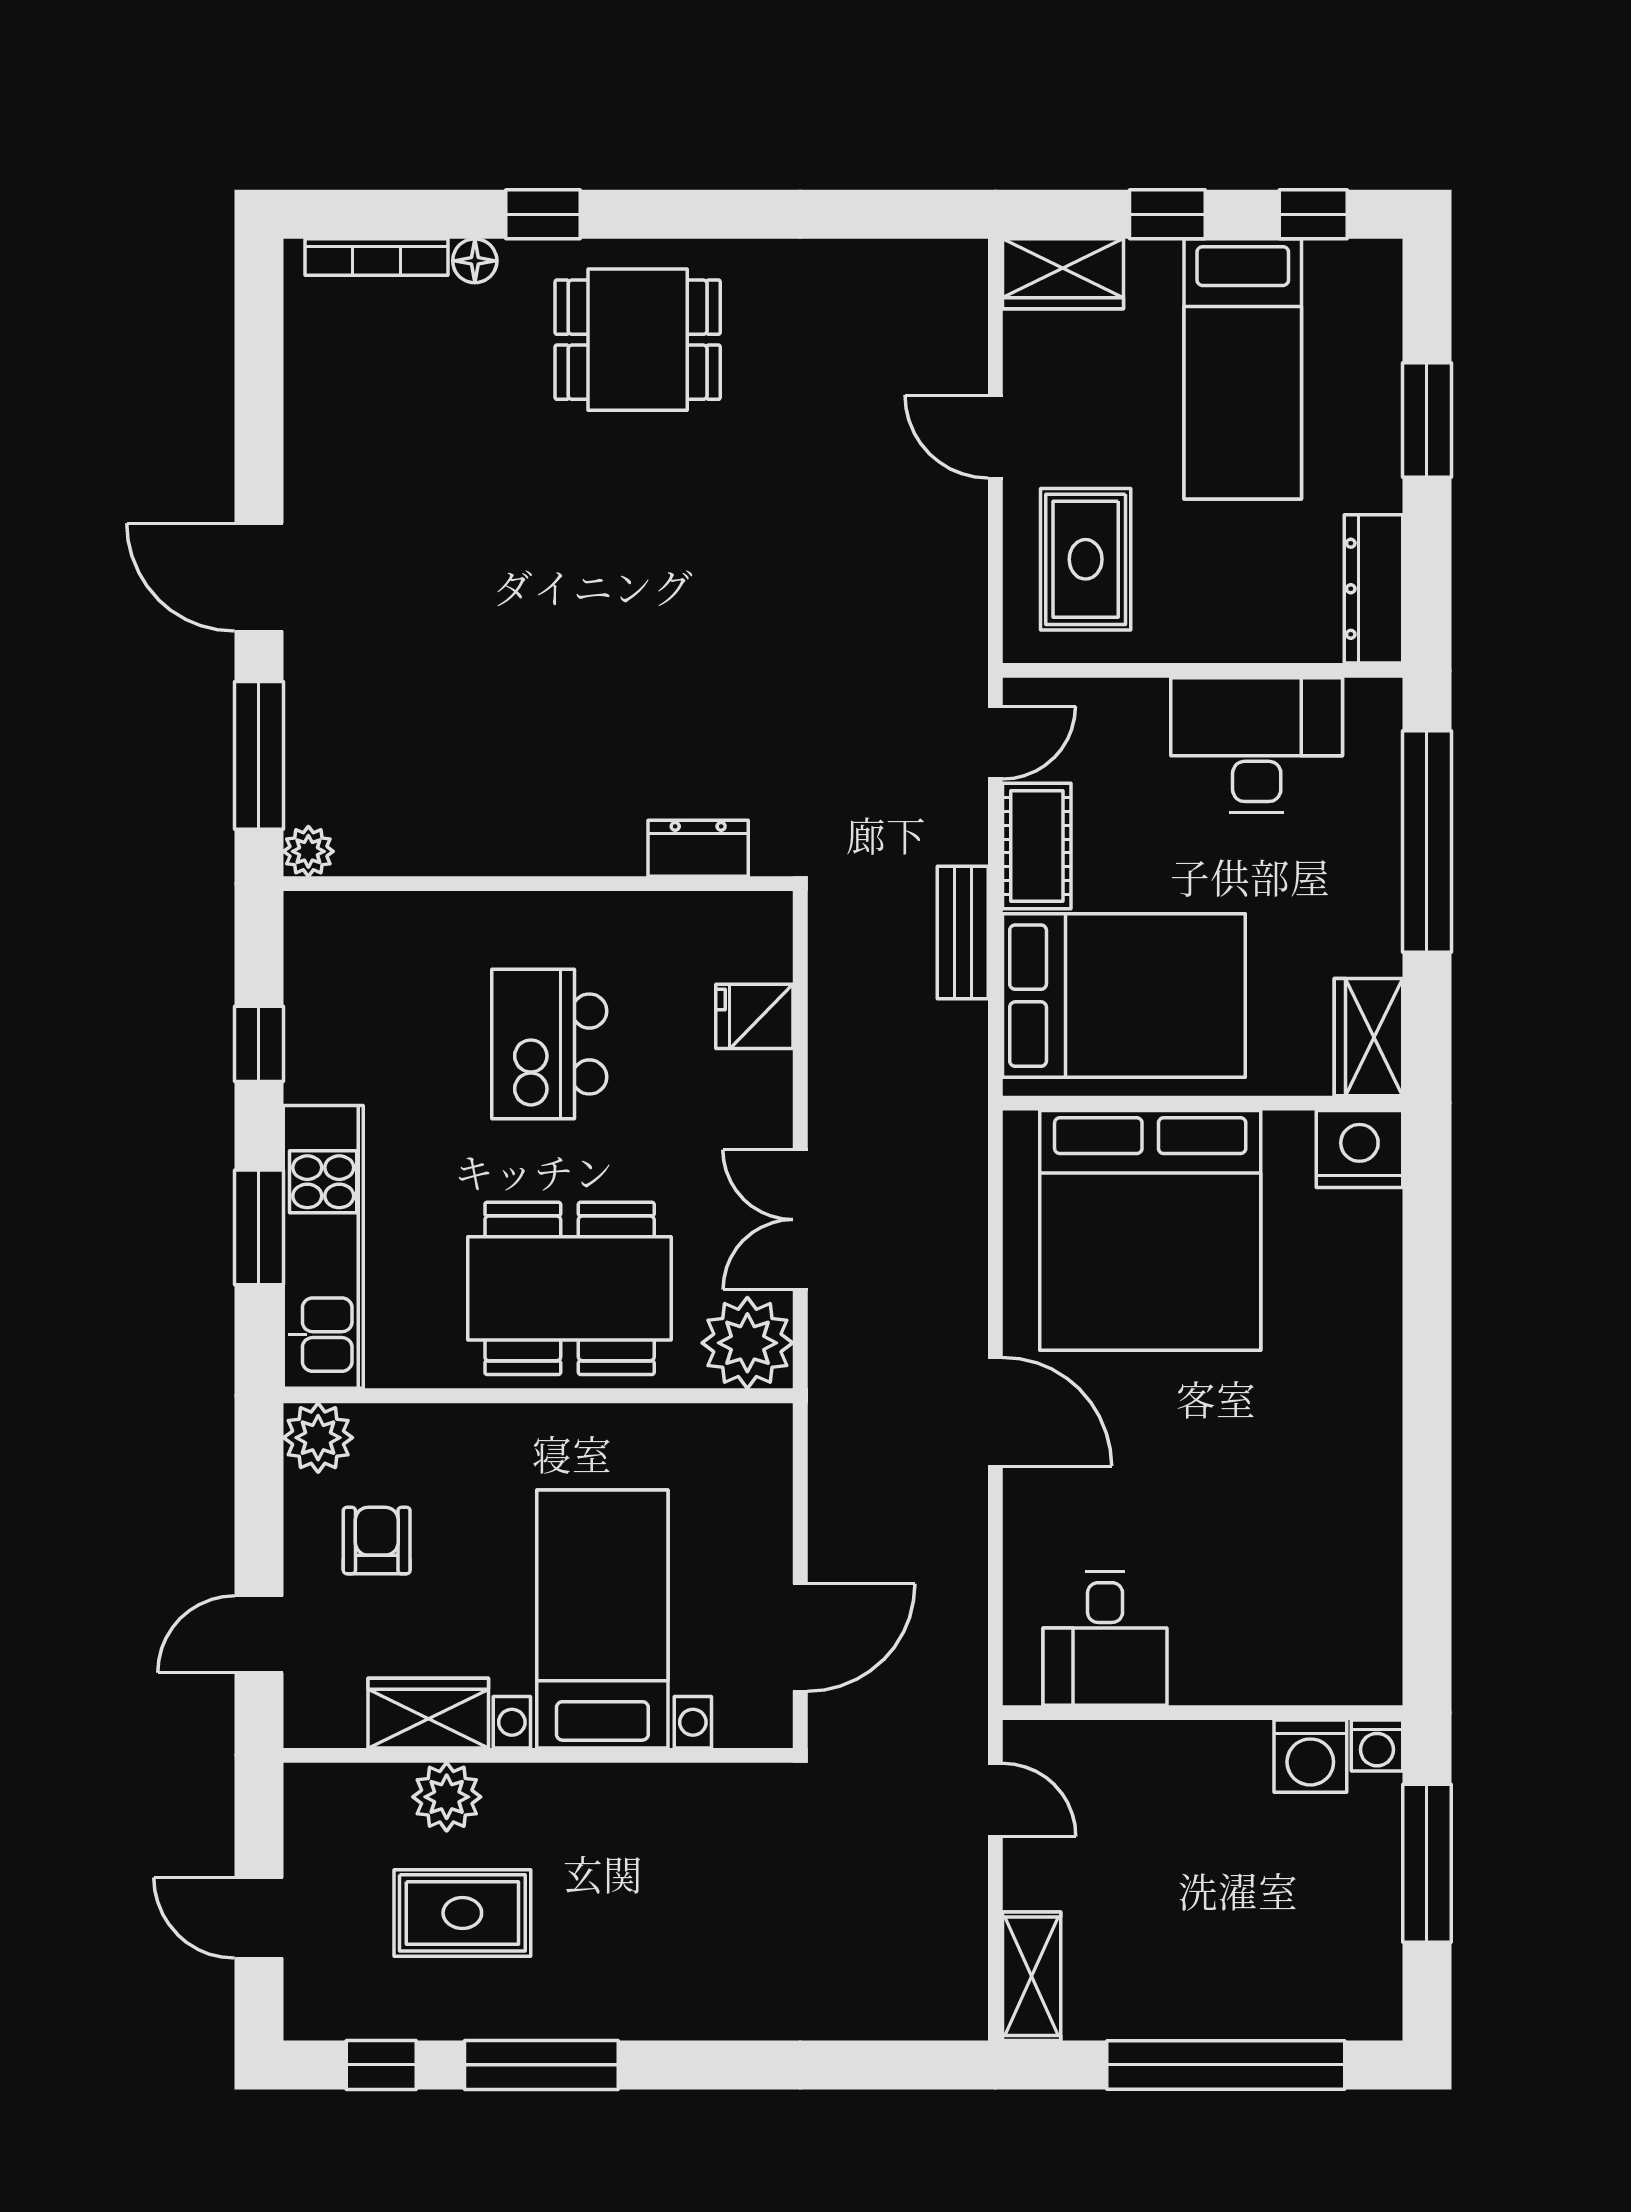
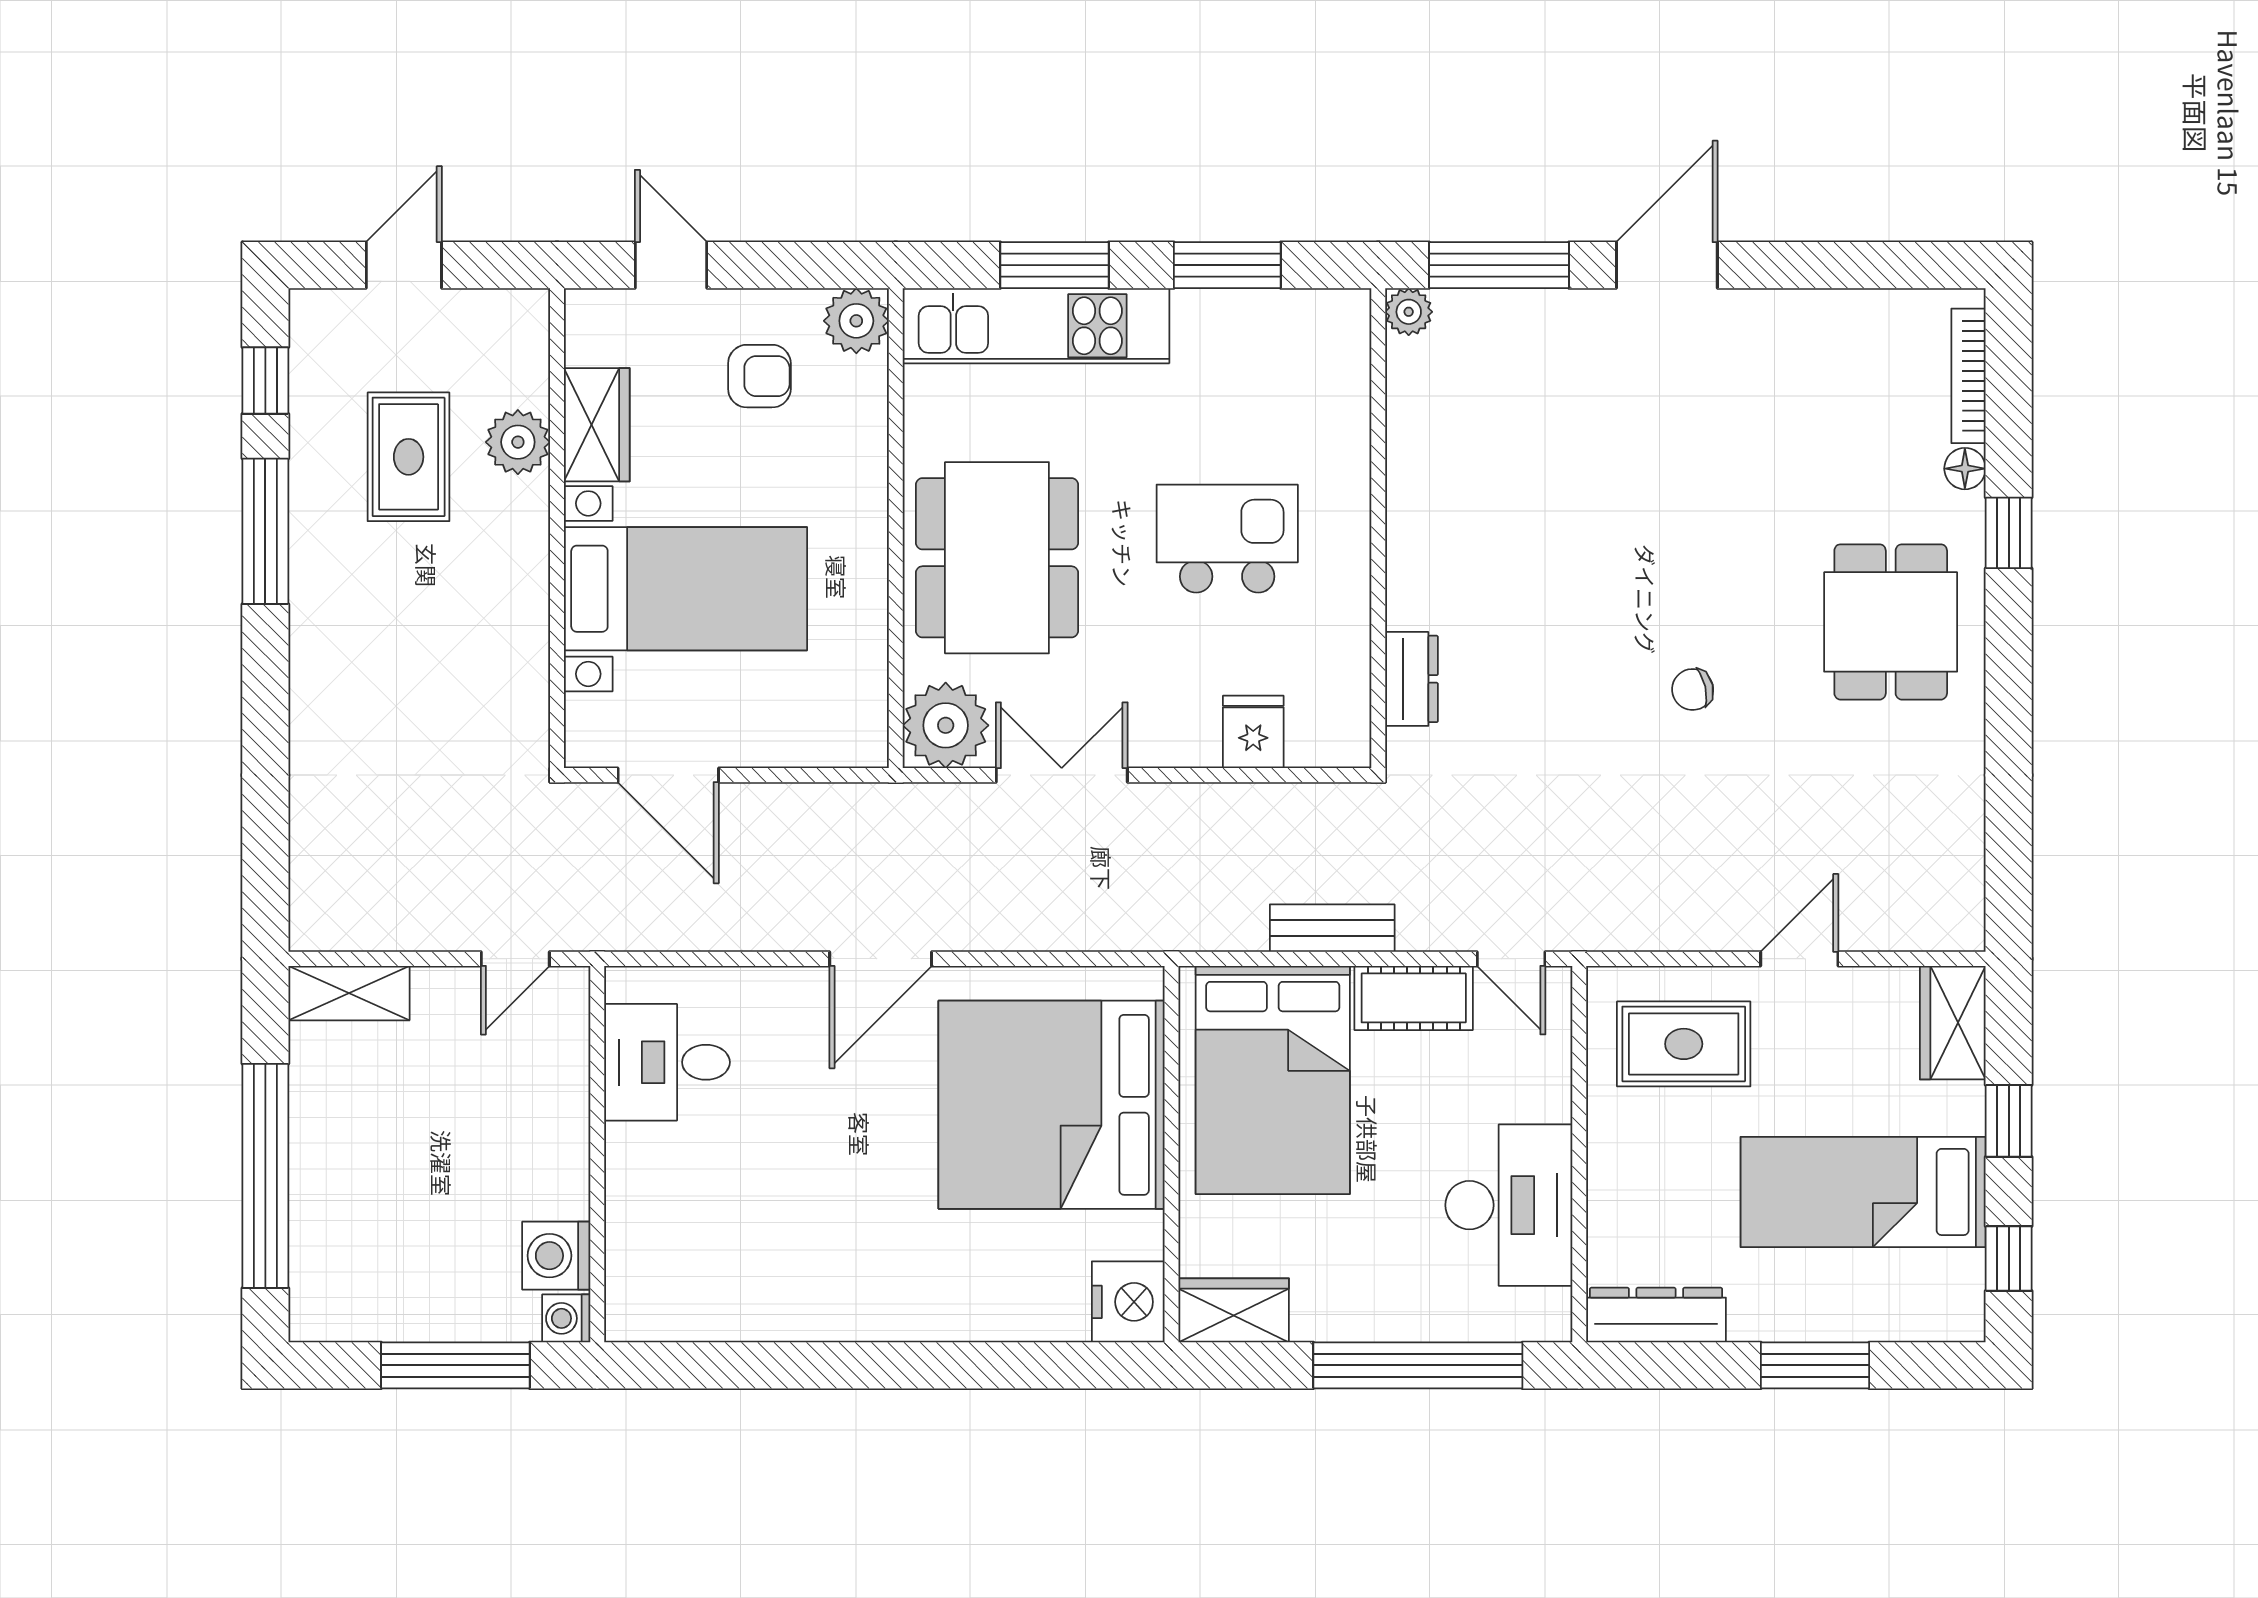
chair: (709, 550) -> (1693, 689), added
window: (259, 1044) -> (1227, 265), width x1.50

